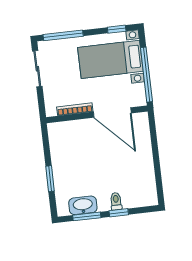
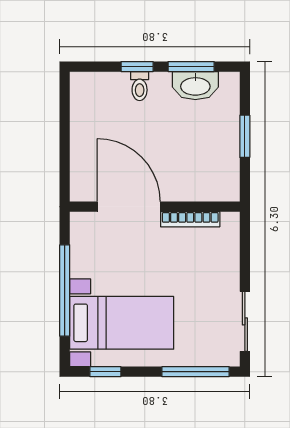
bookcase: (75, 109) -> (190, 219), moved
door: (112, 113) -> (129, 207), moved
wall: (97, 114) -> (155, 207), moved

